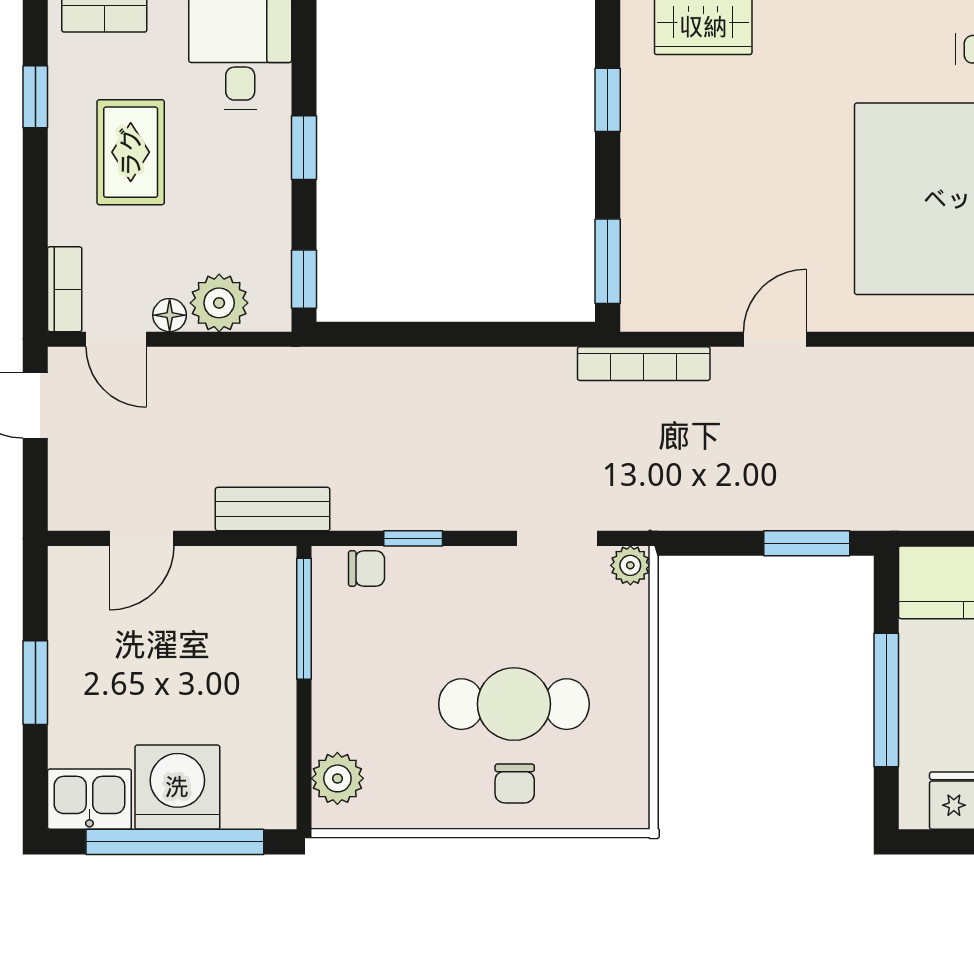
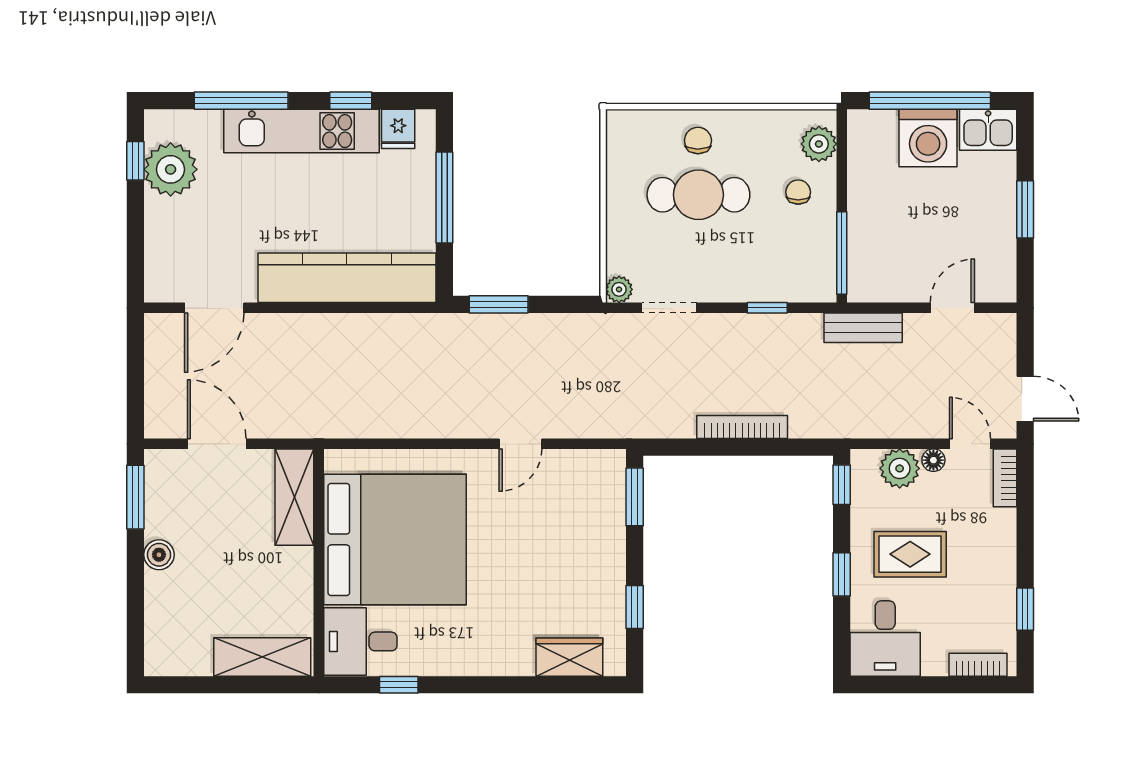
rug: (131, 152) -> (910, 554), moved, turned 90
bookcase: (644, 364) -> (742, 427), moved
chair: (367, 568) -> (798, 192), moved, turned 90

